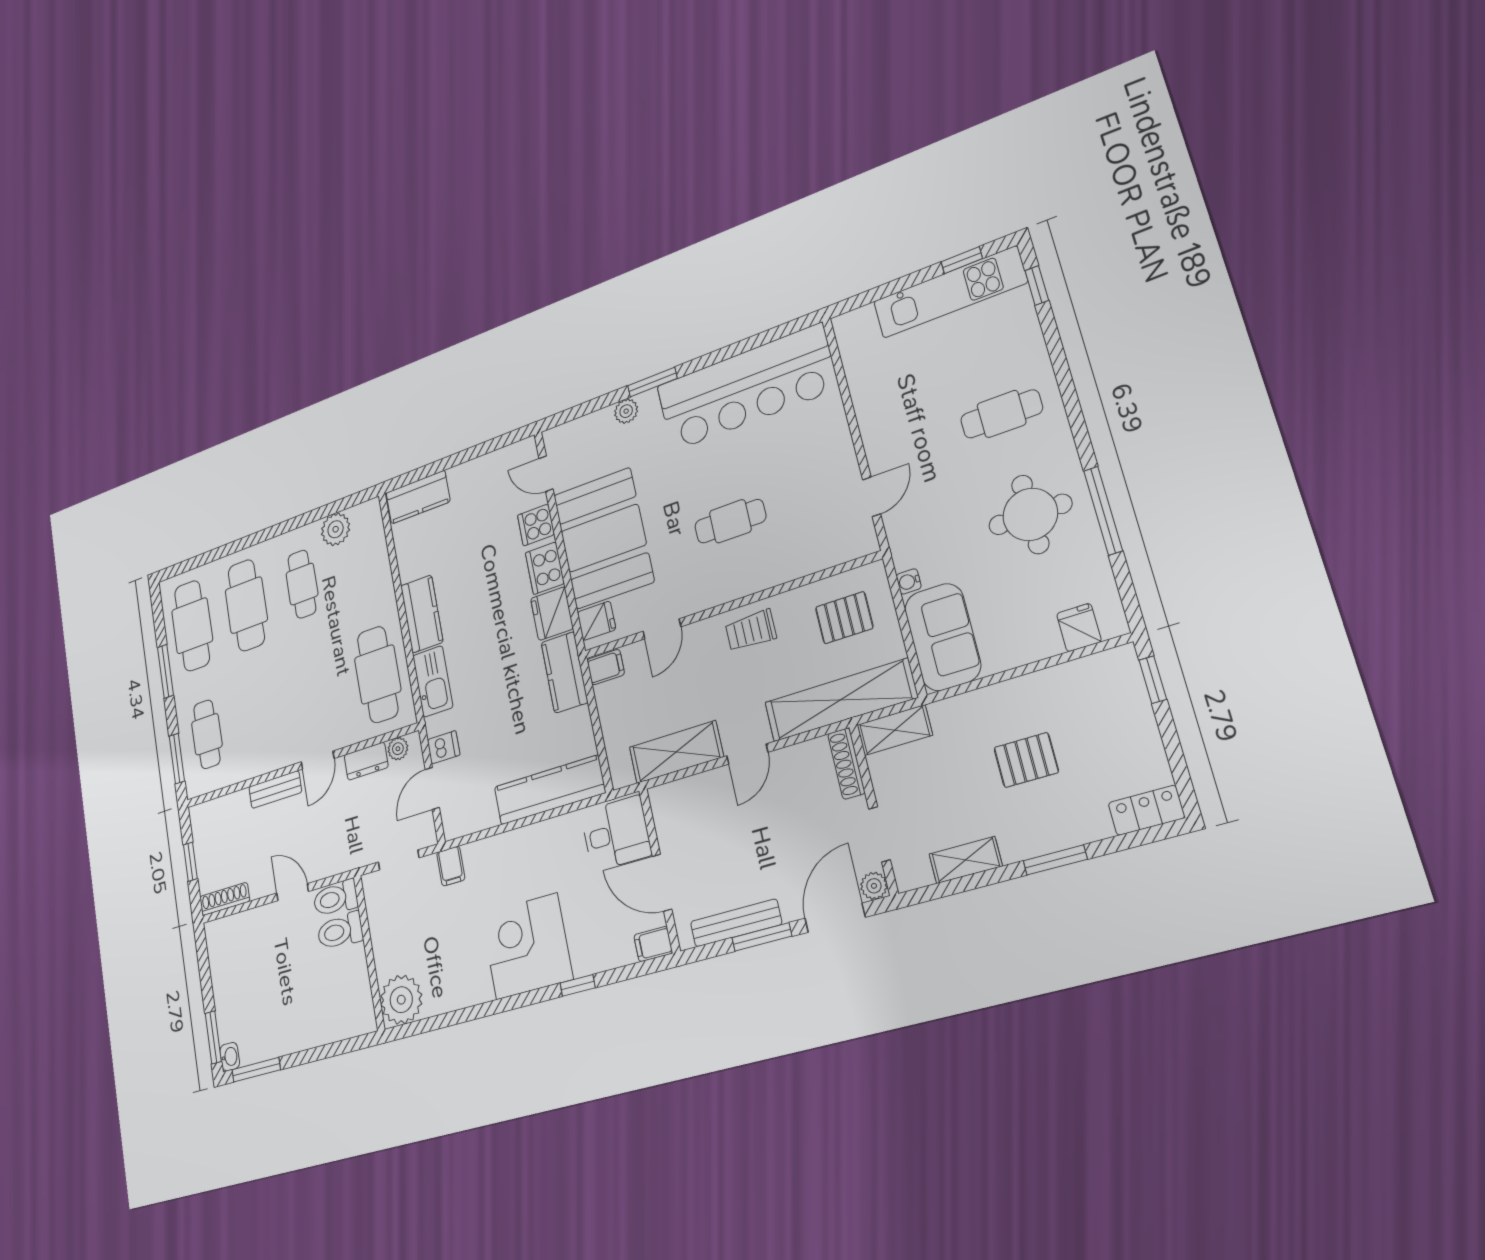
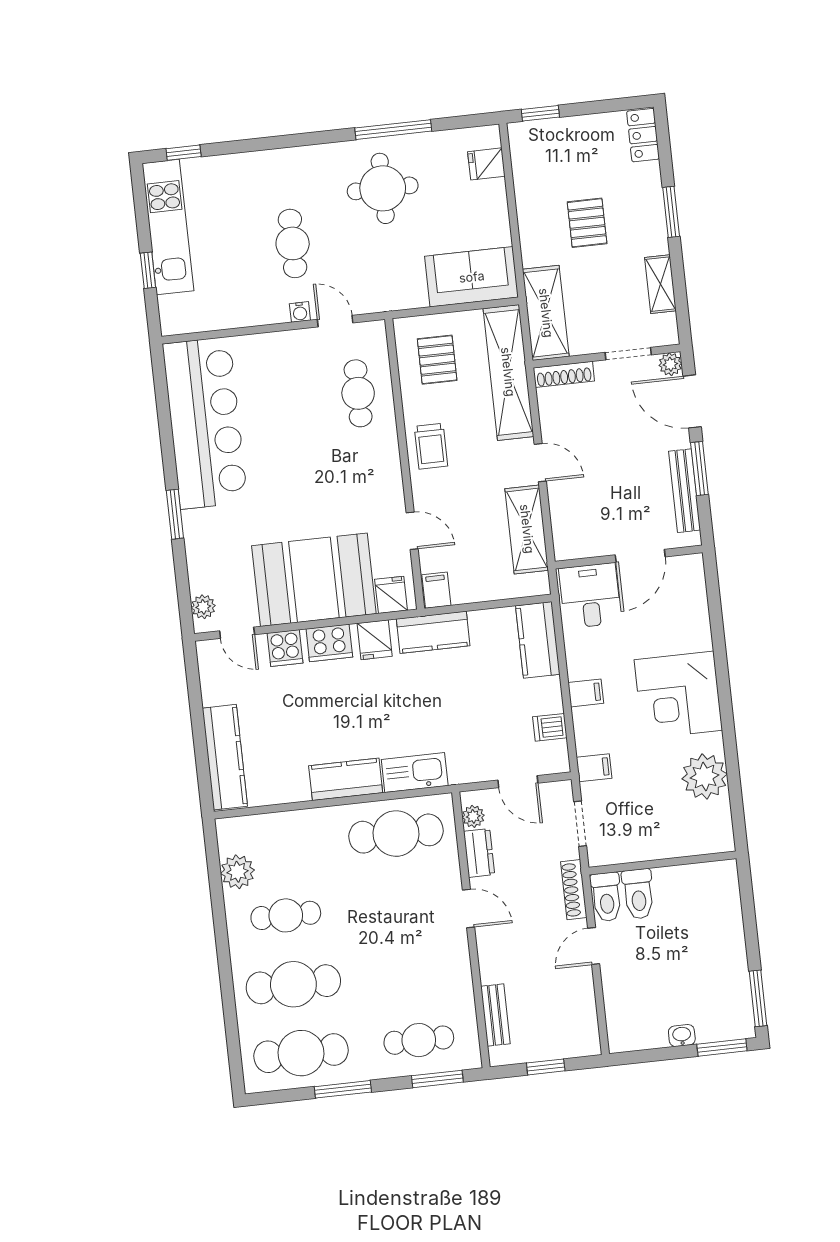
window: (962, 260) -> (148, 270), moved
plant: (626, 411) -> (203, 607), moved
cafe table: (1002, 414) -> (293, 243), moved
door: (546, 474) -> (237, 633), hinge flipped
kitchen counter: (418, 497) -> (225, 757), width x1.50
cafe table: (730, 521) -> (358, 393), moved
water cooler: (909, 581) -> (300, 312), moved
fridge: (552, 614) -> (375, 640), width x0.72
shelving: (895, 730) -> (546, 313), width x1.50, depth x1.33
dishwasher: (444, 747) -> (550, 727), moved, turned -90
bench: (275, 790) -> (495, 1015), moved
kitchen counter: (550, 790) -> (538, 640), width x0.67
shoe rack: (225, 899) -> (574, 890), moved
filing cabinet: (653, 944) -> (586, 693), moved, turned -90
window: (578, 985) -> (719, 647), removed
plant: (401, 1000) -> (705, 776), moved
washbasin: (230, 1057) -> (682, 1036), moved

